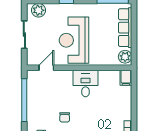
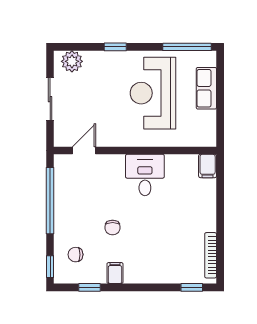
row of seats: (125, 28) -> (206, 88), width x0.68
reception desk: (74, 40) -> (153, 93), moved
plant: (125, 57) -> (206, 133), removed

